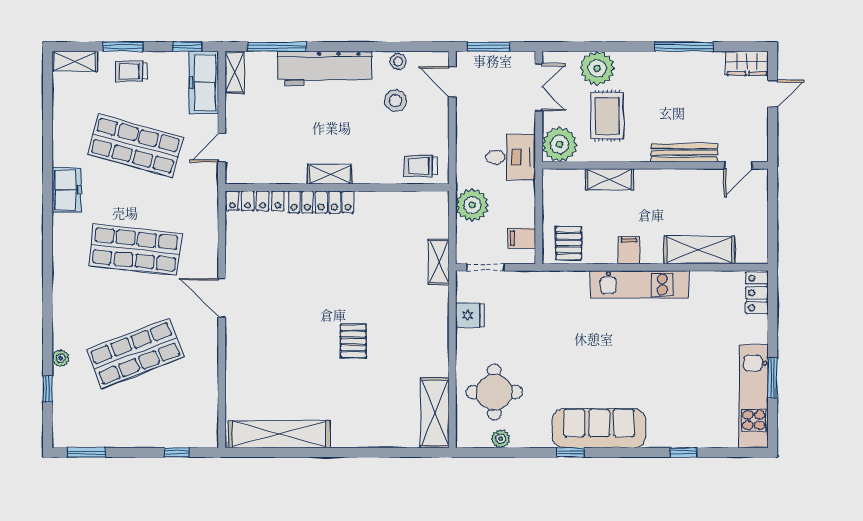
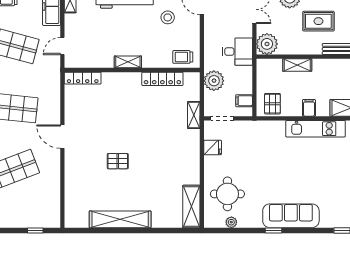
rug: (607, 116) -> (318, 21), moved, turned 90
locker: (321, 202) -> (162, 79), moved
pallet: (353, 341) -> (118, 161), moved, turned 90
shelving: (279, 434) -> (120, 219), moved

